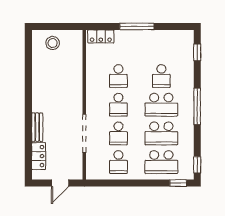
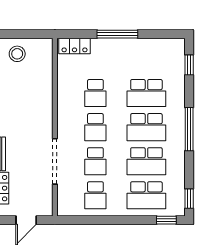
school desk: (161, 76) -> (146, 93), width x1.85

